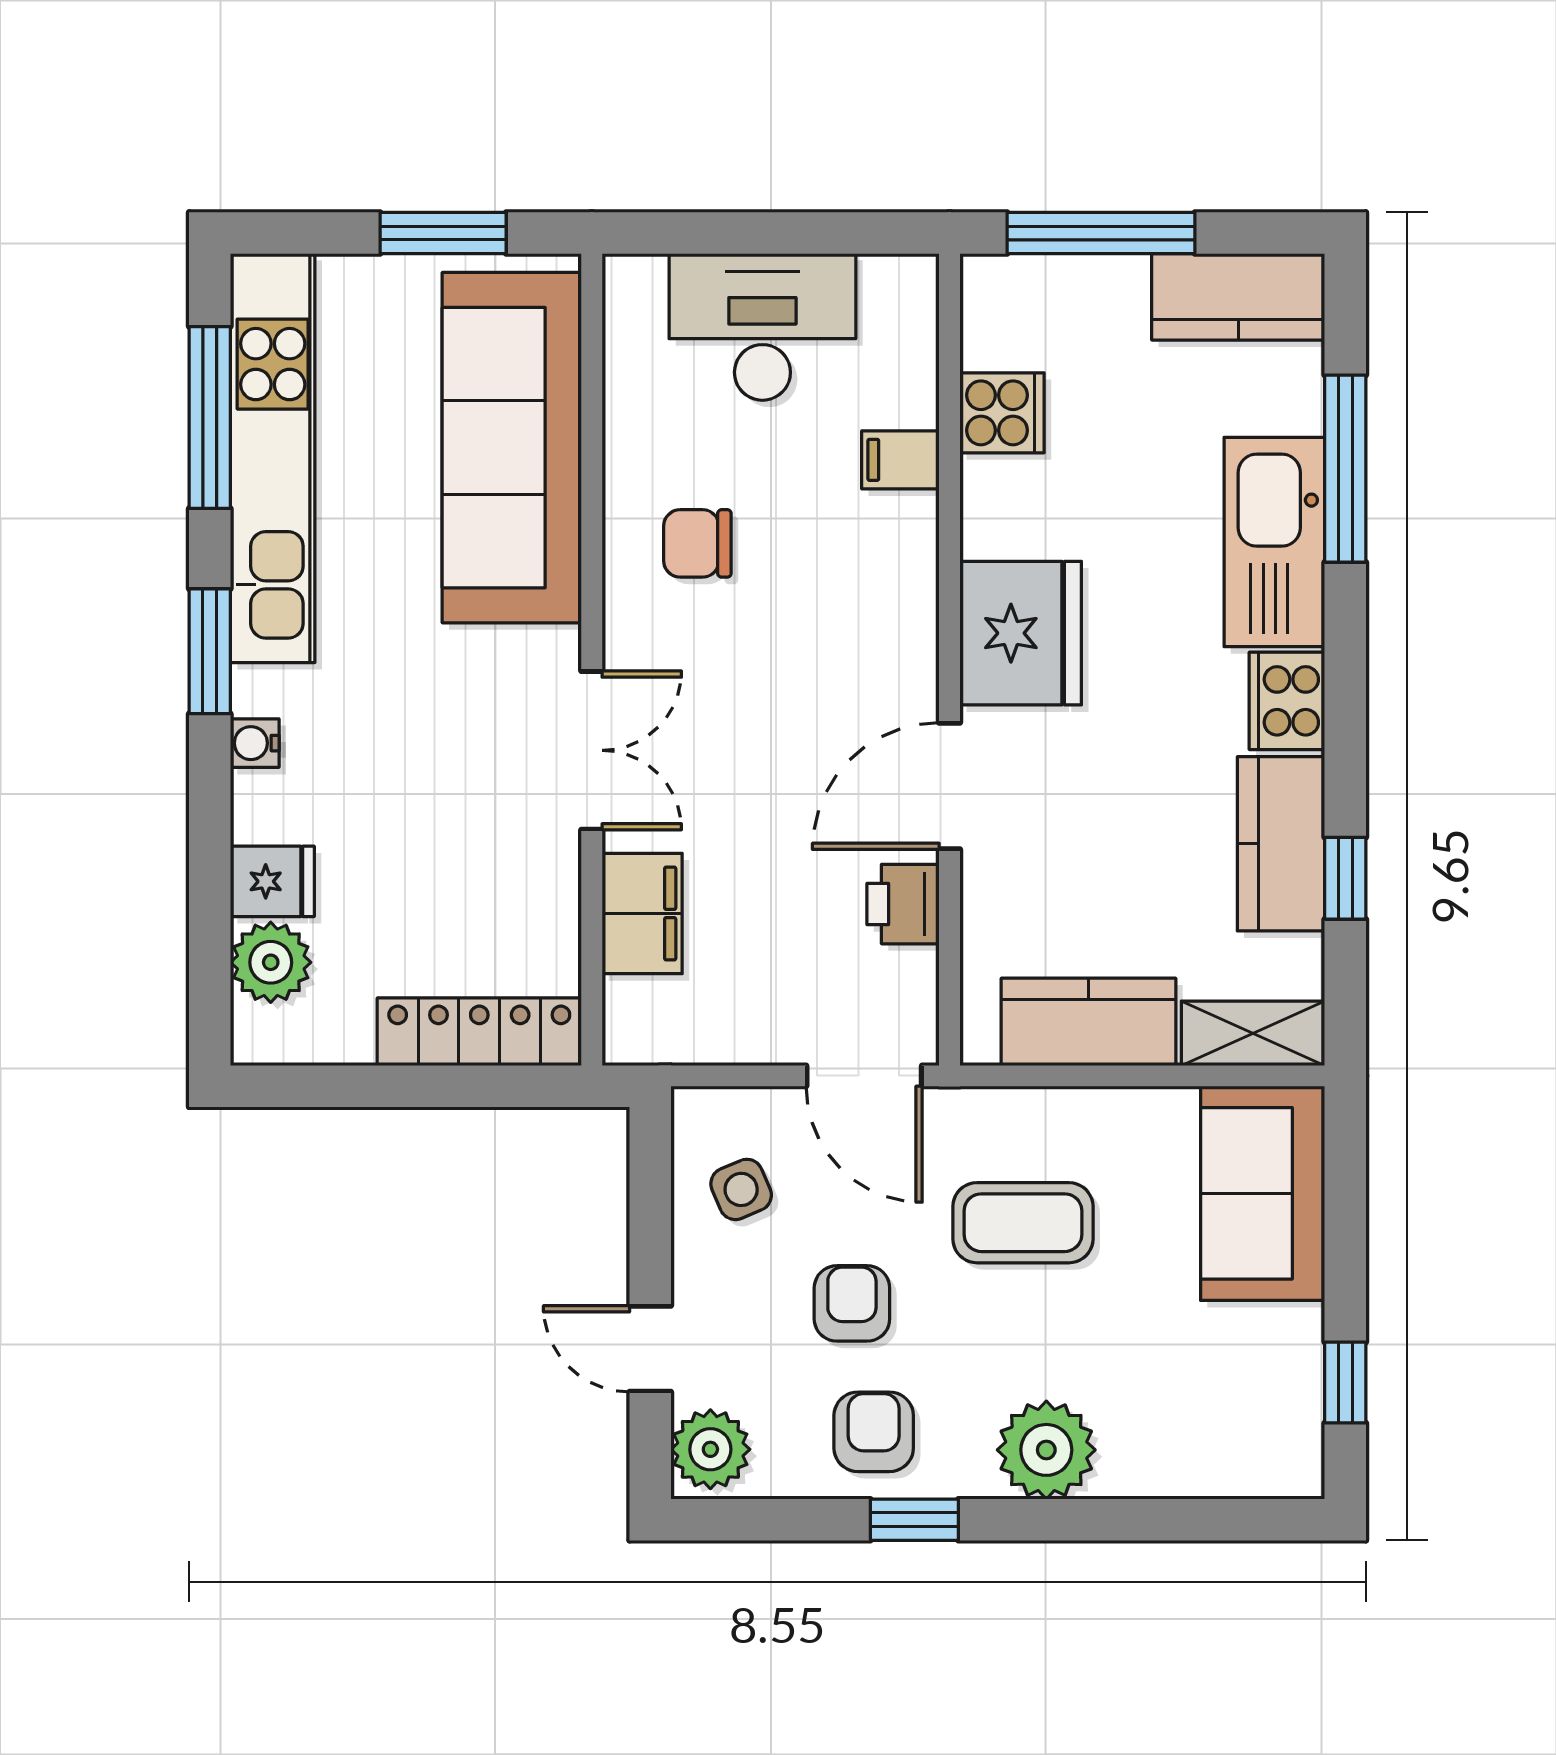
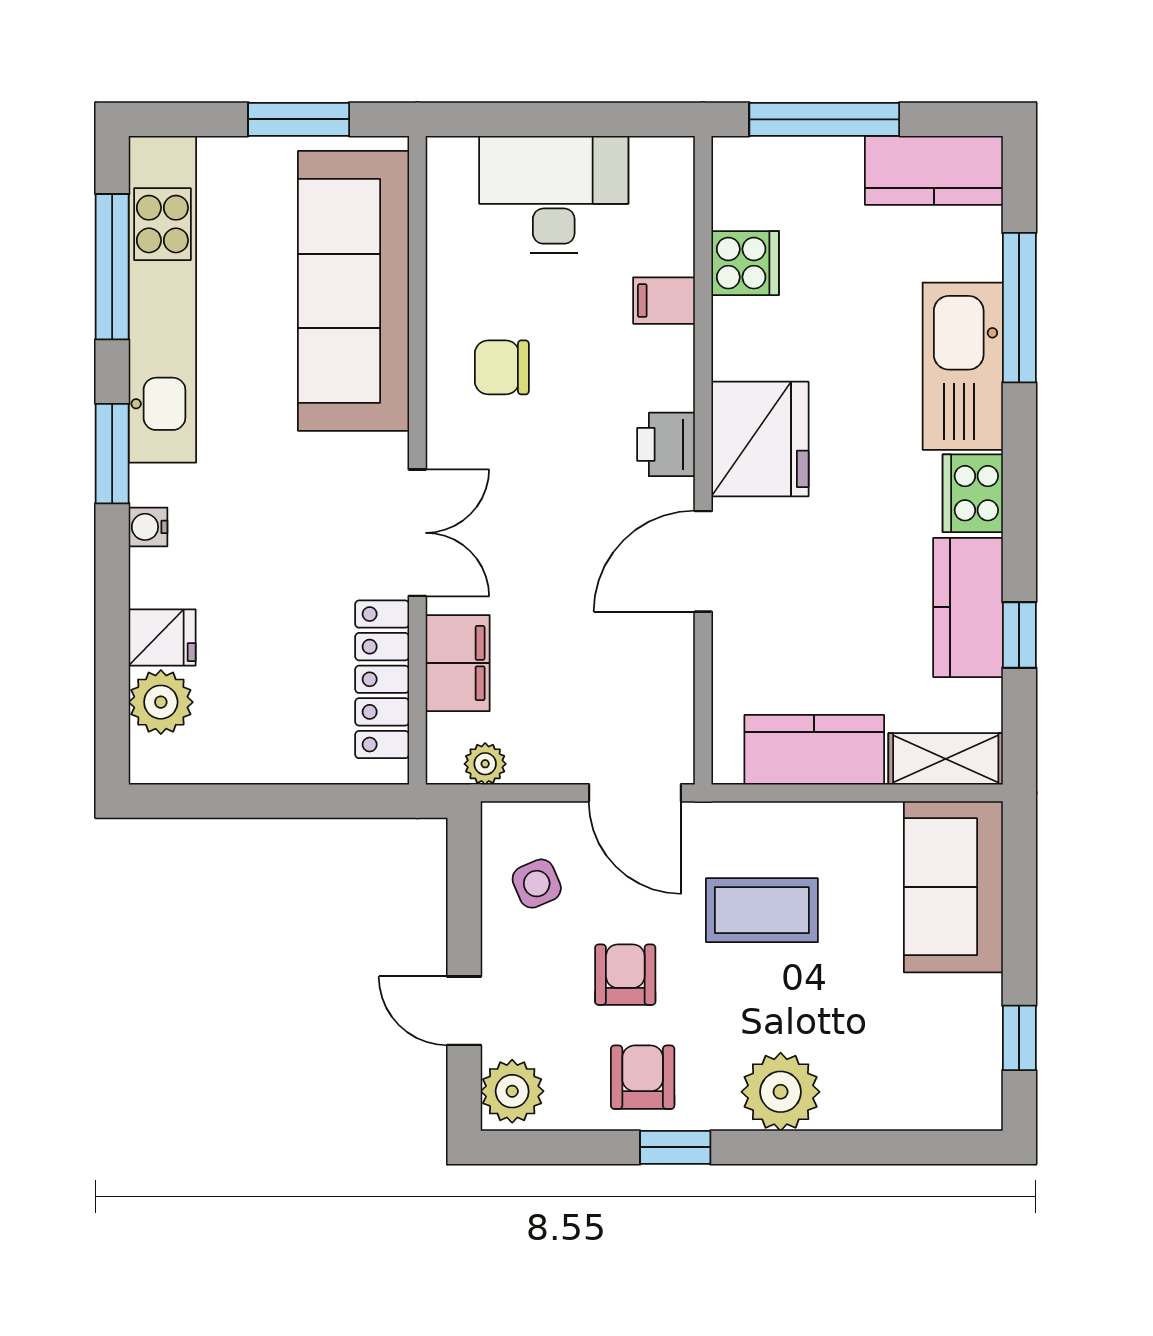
printer: (903, 904) -> (666, 444), moved
locker: (479, 1032) -> (382, 679), moved, turned -90
plant: (677, 1040) -> (485, 764), added

